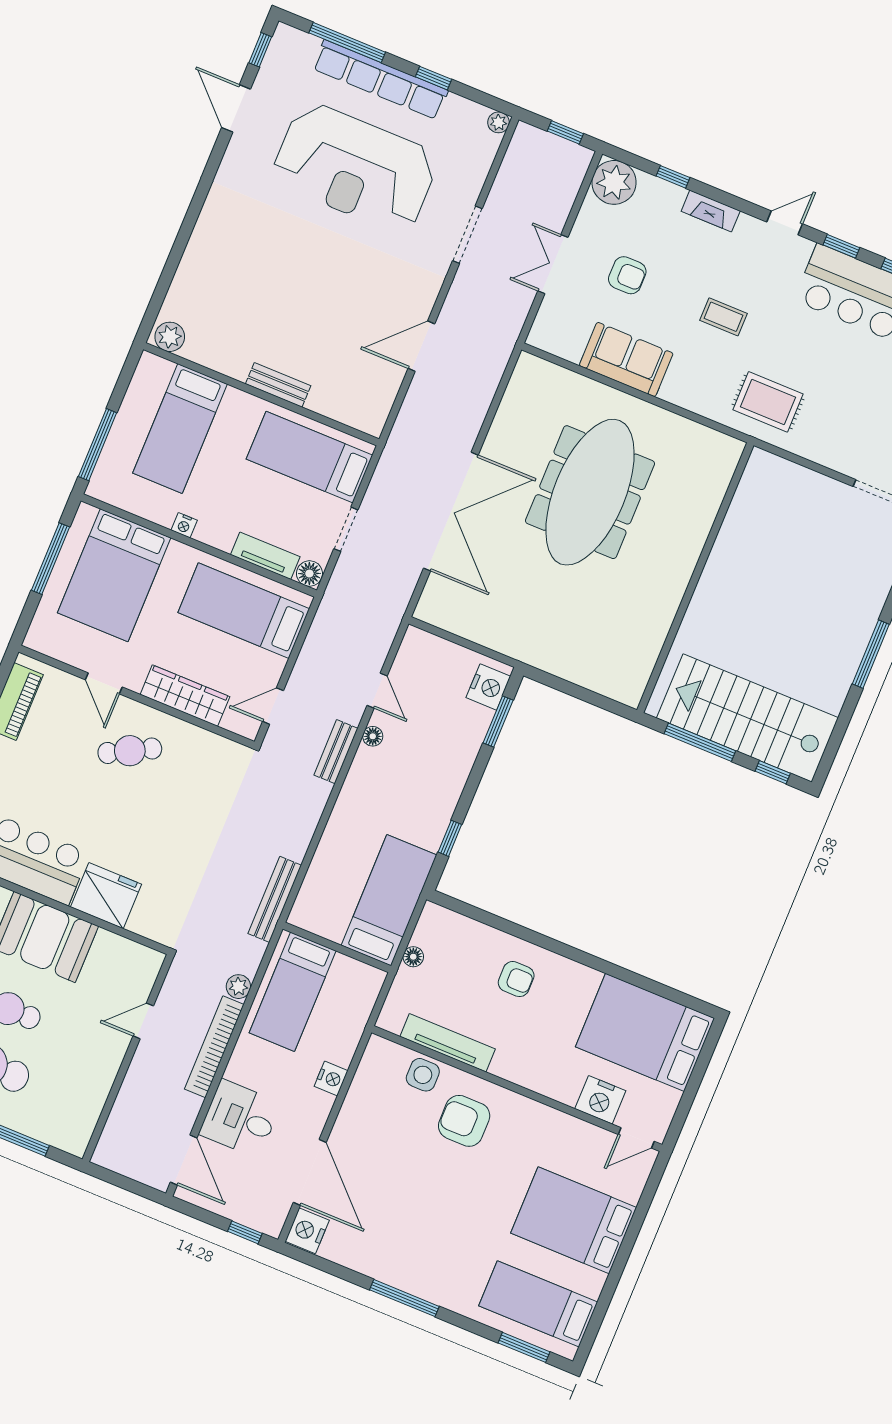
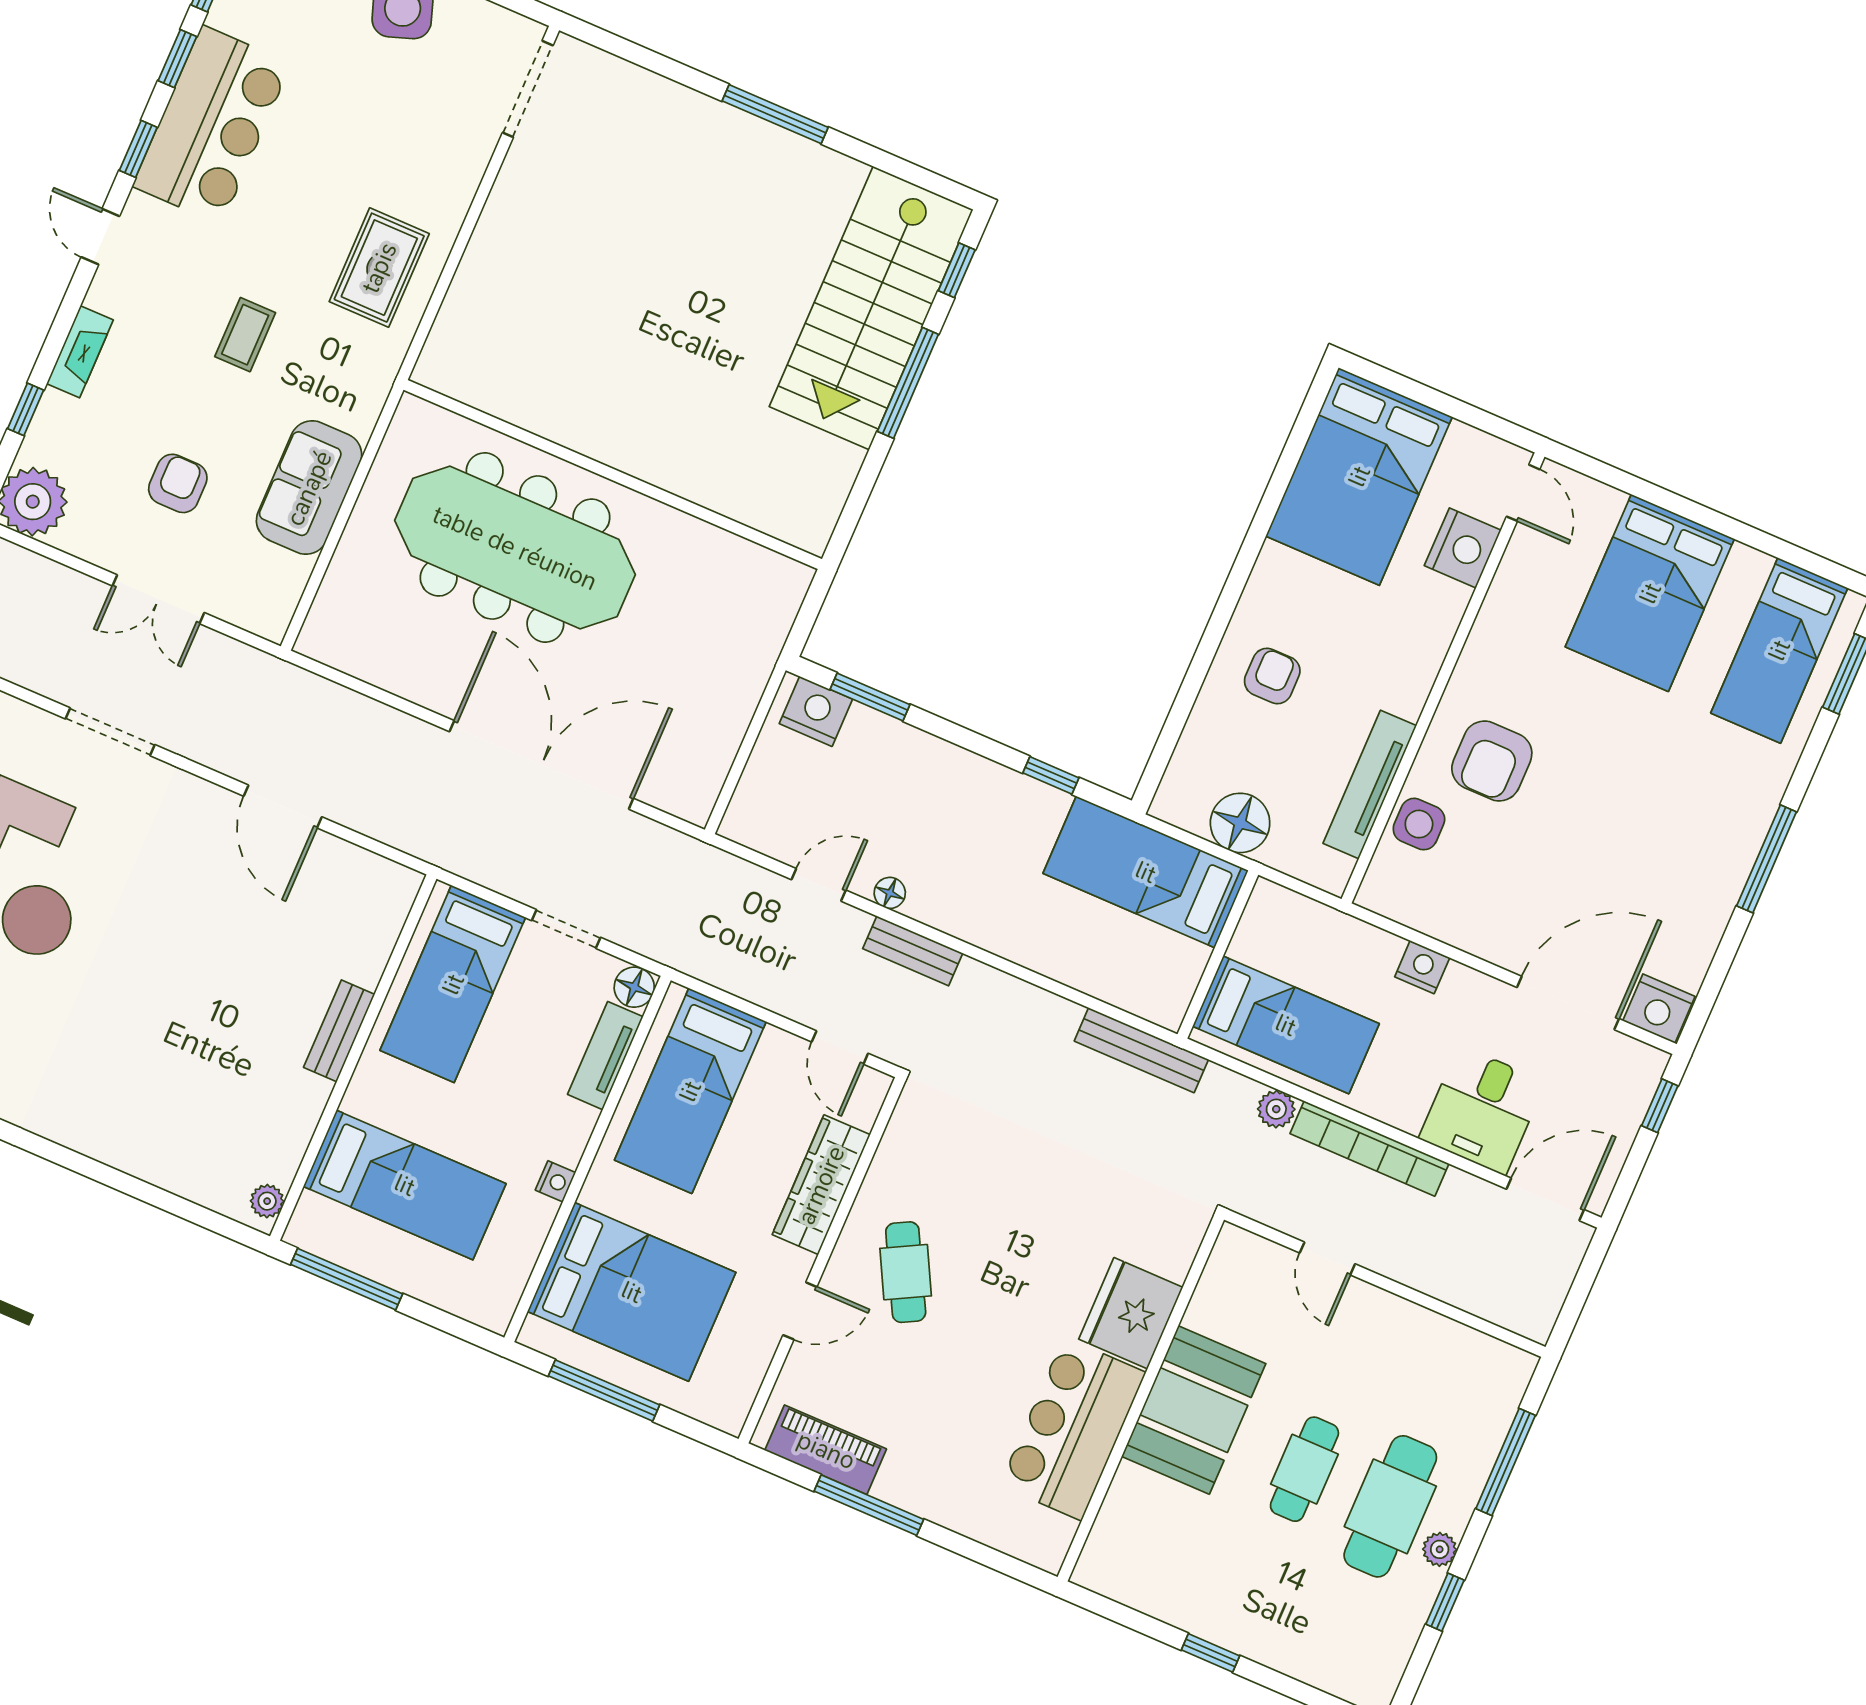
plant: (170, 337) -> (267, 1201), width x0.73, depth x0.73
window: (98, 445) -> (347, 1279), moved
wall: (695, 578) -> (613, 474), moved
floor lamp: (413, 957) -> (1240, 823), width x1.89, depth x1.89

